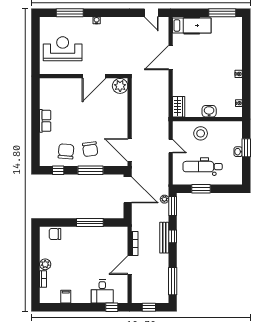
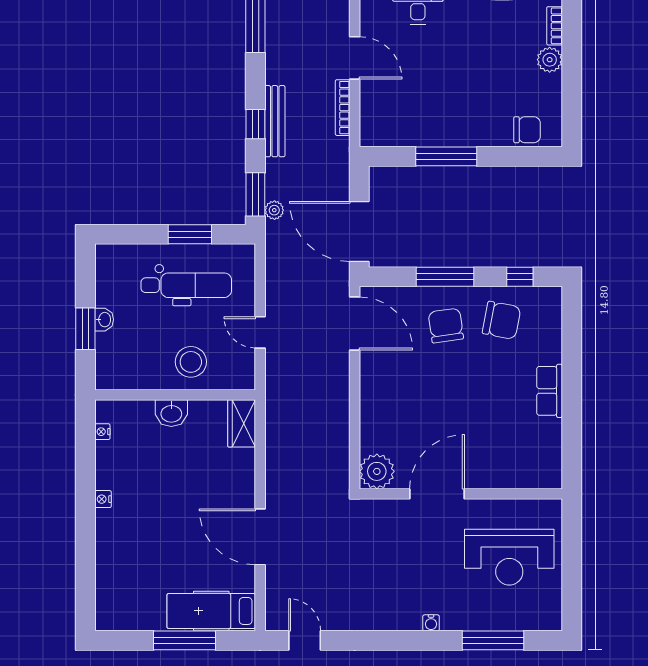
window: (222, 13) -> (185, 640), moved
door: (171, 58) -> (260, 537), swing flipped
chair: (66, 151) -> (502, 320), turned -84
door: (130, 265) -> (355, 58), hinge flipped

